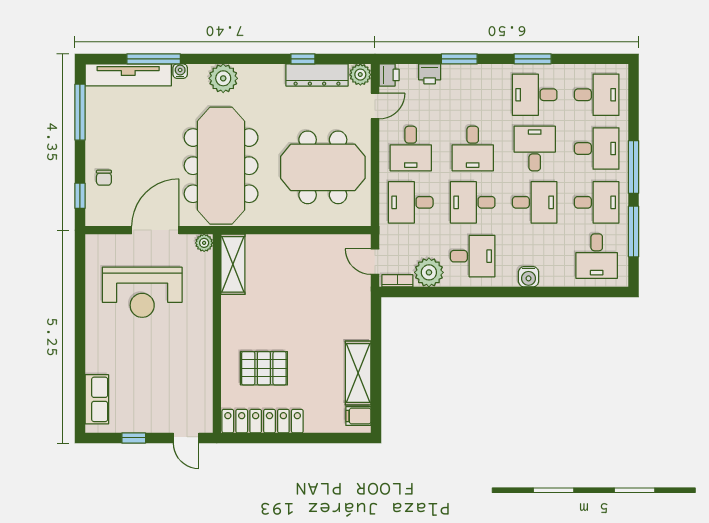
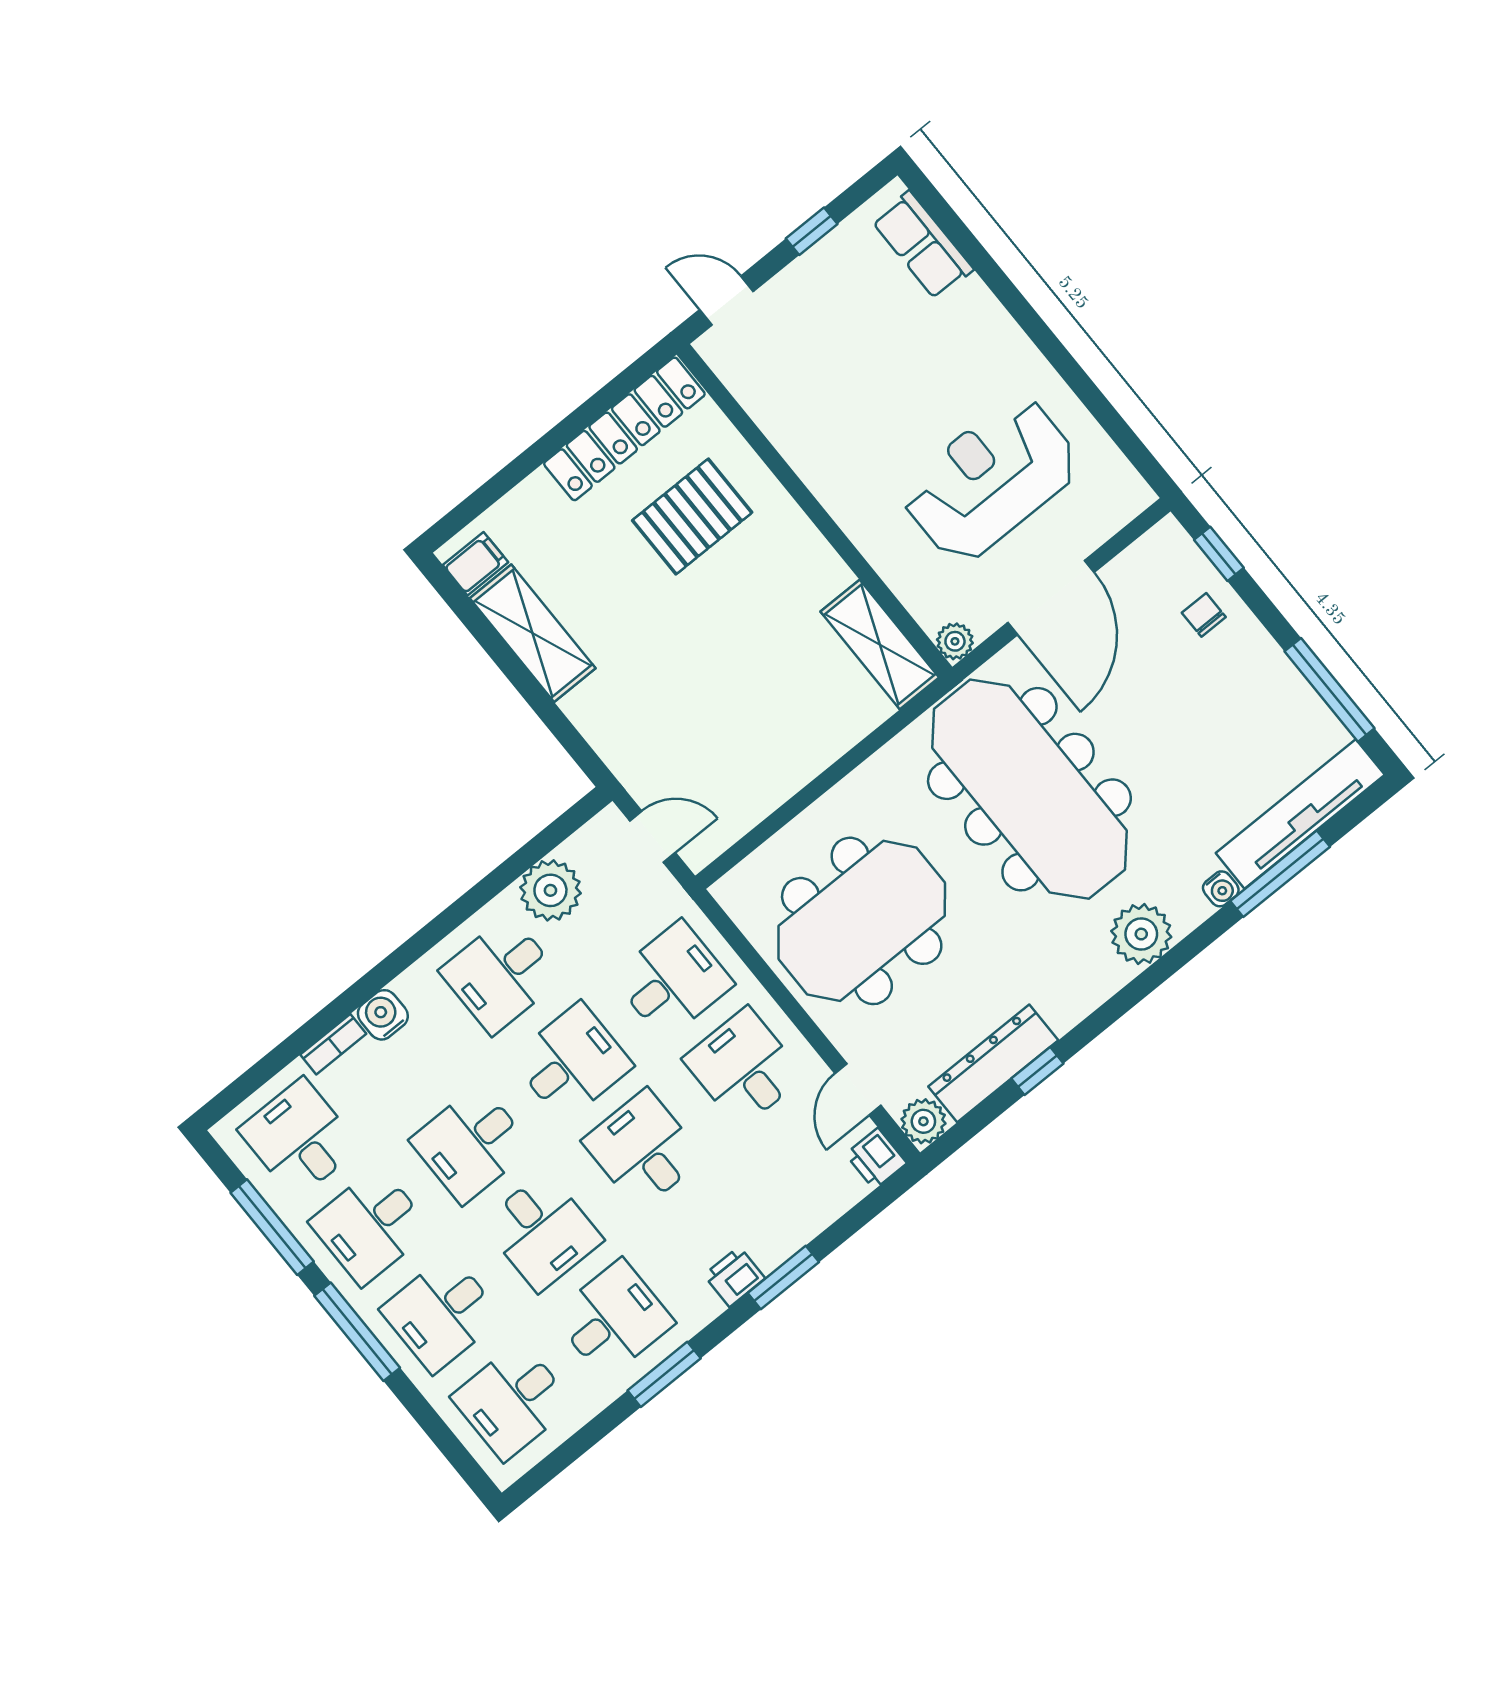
printer: (430, 74) -> (734, 1277), moved
bookcase: (397, 281) -> (333, 1044), moved

